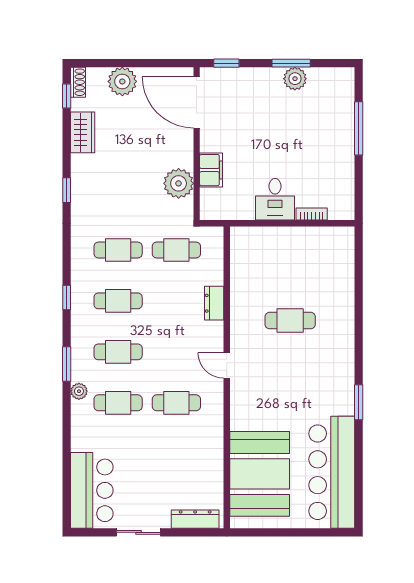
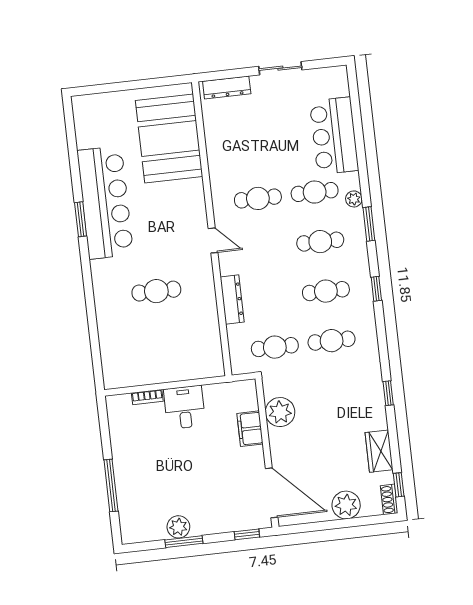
dresser: (214, 303) -> (232, 299), width x1.44
bar counter: (332, 472) -> (105, 202), moved
bar counter: (92, 490) -> (334, 136), moved

